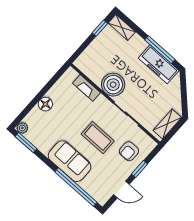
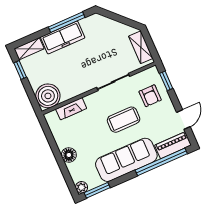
freezer: (159, 64) -> (63, 37), moved
boiler: (113, 85) -> (48, 96), moved
sofa: (70, 161) -> (126, 160), width x1.36
window: (140, 169) -> (166, 81), moved
piano: (95, 191) -> (173, 145), added

